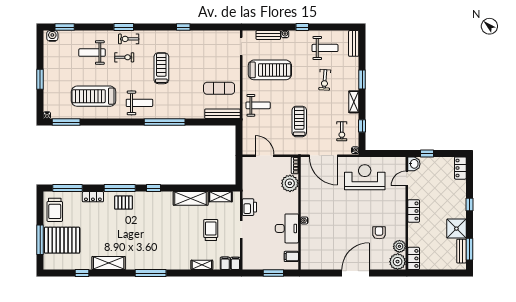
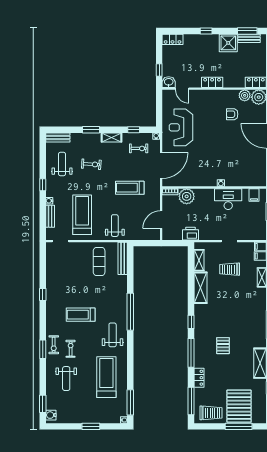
treadmill: (94, 96) -> (106, 377), turned 180
pallet: (124, 203) -> (223, 346), moved
printer: (249, 207) -> (190, 234), moved

